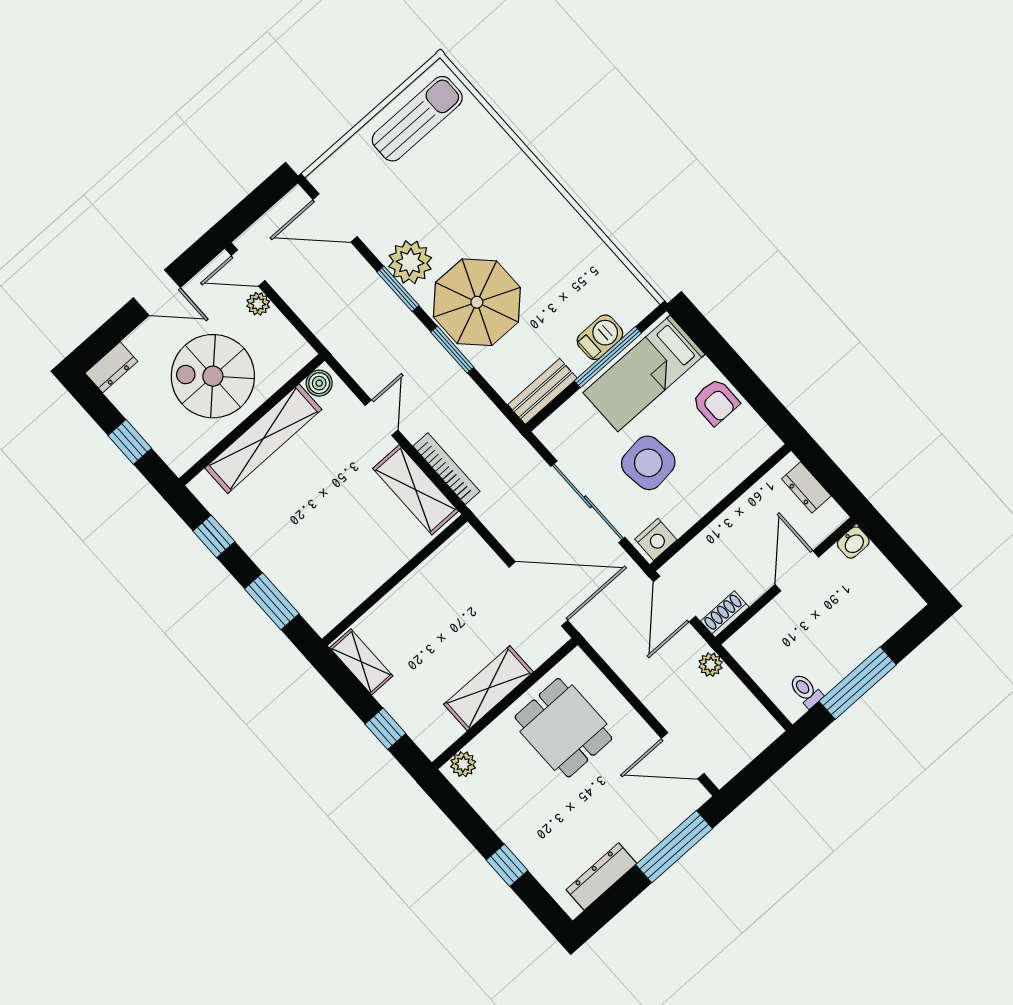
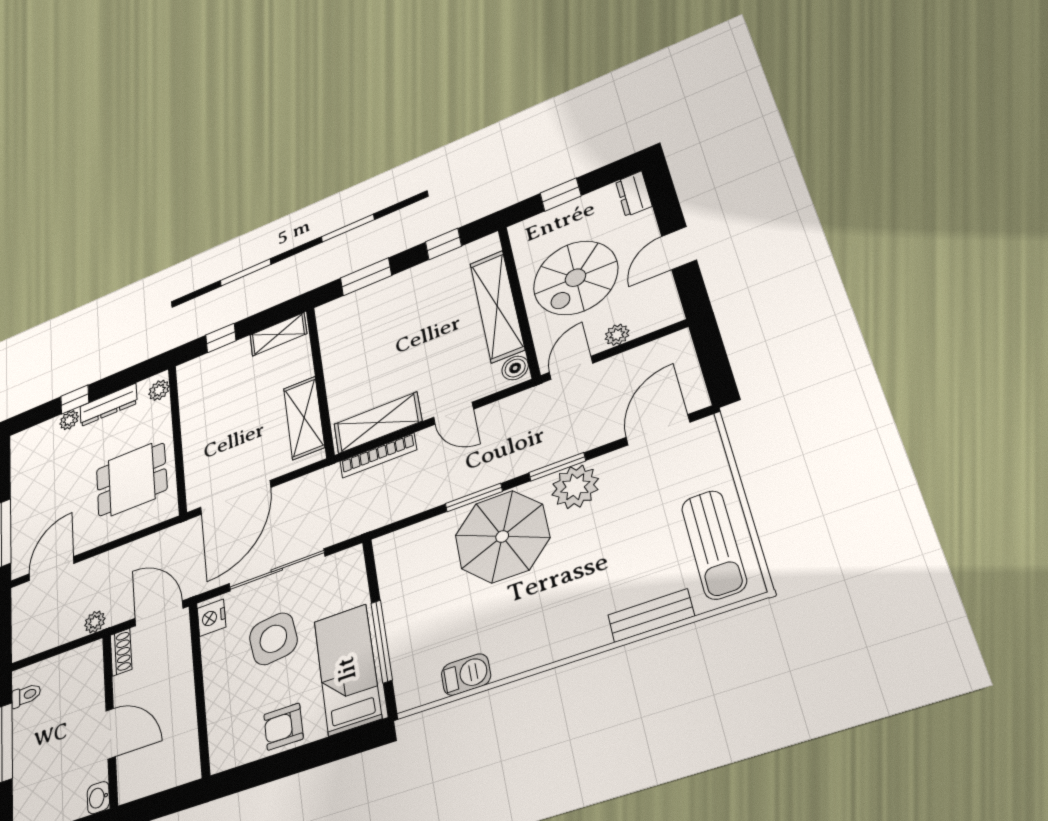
door: (248, 268) -> (571, 368), moved
barbecue: (600, 337) -> (466, 675), moved, turned -90
spiral stairs: (213, 376) -> (575, 278), turned 180
bench: (542, 391) -> (651, 616), moved, turned 90
dresser: (806, 487) -> (165, 777), removed
shelving: (489, 688) -> (304, 418), moved
plant: (531, 855) -> (69, 420), added
dresser: (601, 876) -> (108, 405), moved, turned 90

